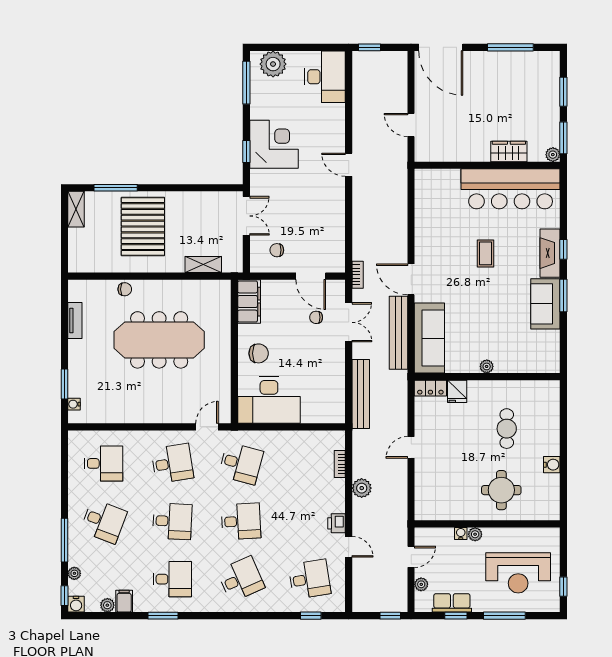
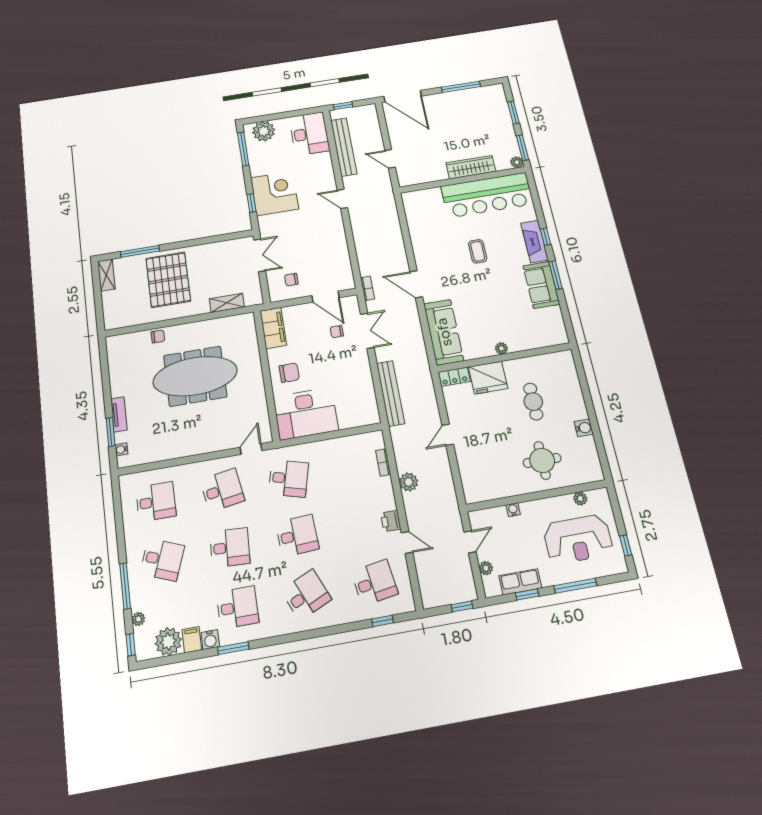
wardrobe: (509, 151) -> (471, 167), width x1.50
tv unit: (75, 320) -> (119, 414), moved
bench: (398, 333) -> (344, 147), moved
fridge: (457, 391) -> (488, 378), width x1.88, depth x1.34
plant: (475, 534) -> (580, 499), moved
water cooler: (76, 604) -> (210, 640), moved
plant: (107, 605) -> (168, 642), width x1.87, depth x1.87

